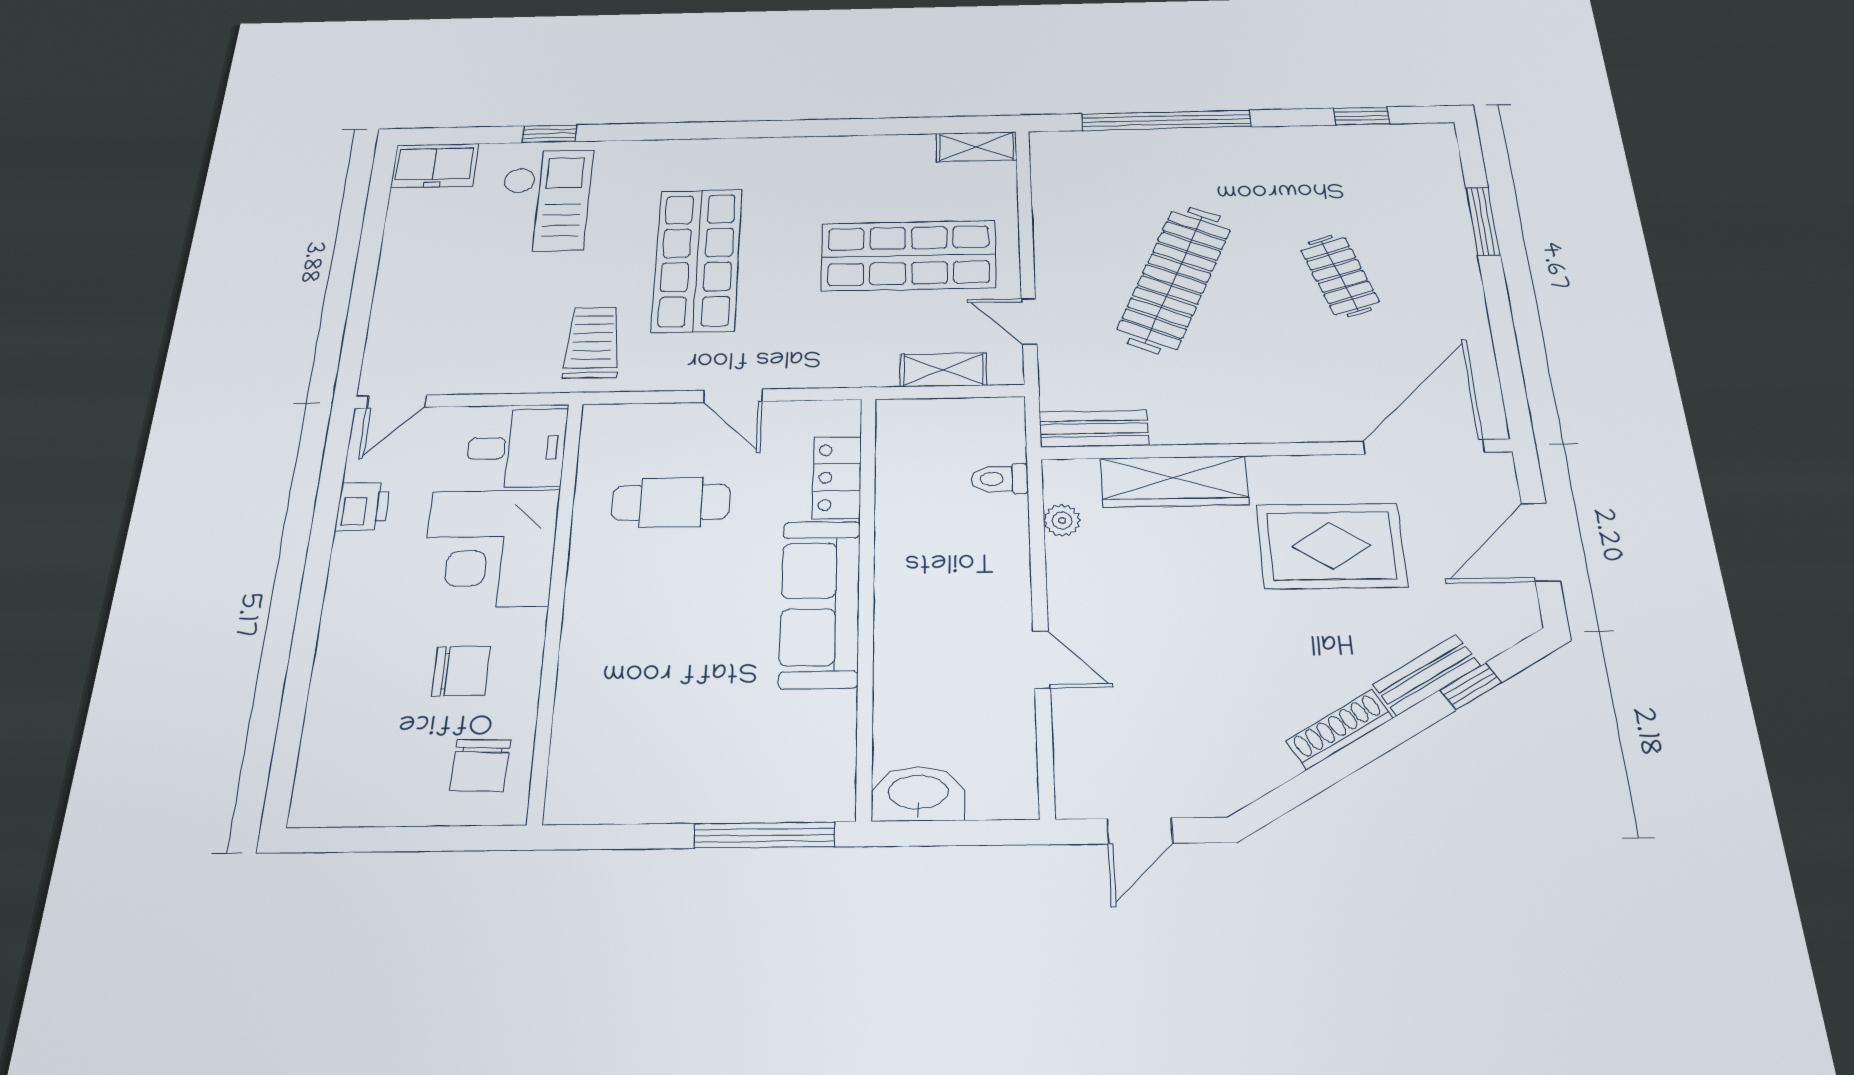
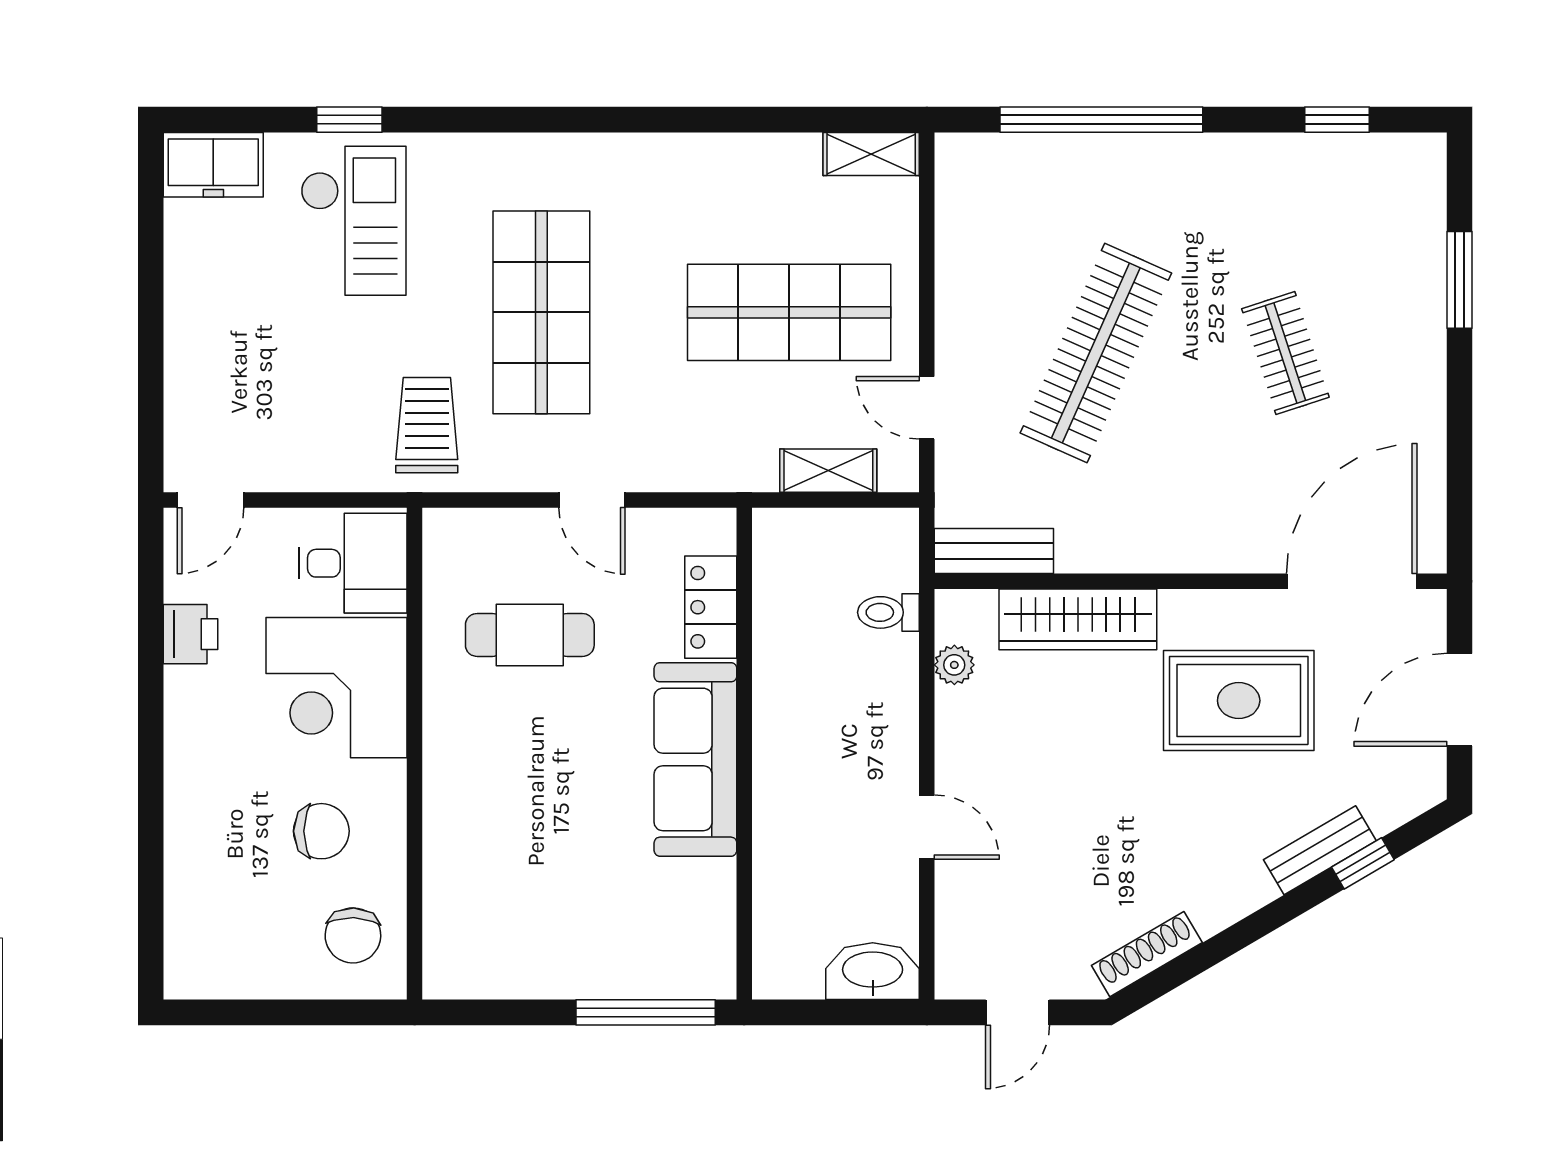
shoe rack: (1340, 729) -> (1147, 954), moved
washbasin: (918, 794) -> (873, 971), moved

